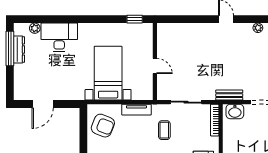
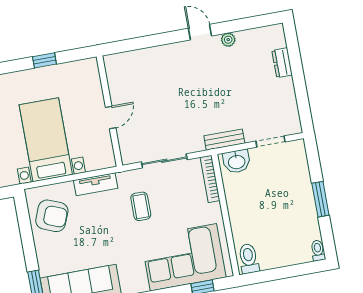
window: (135, 19) -> (44, 60), moved
plant: (258, 28) -> (228, 40), moved
door: (155, 66) -> (111, 117), hinge flipped

